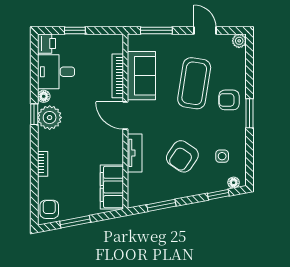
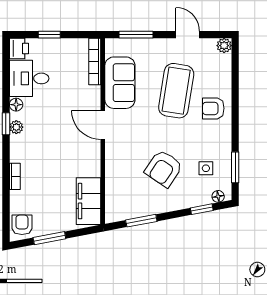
bookcase: (118, 76) -> (95, 61), moved
window: (250, 113) -> (235, 167), moved
plant: (50, 118) -> (16, 127), width x0.53, depth x0.53
tv unit: (135, 153) -> (113, 165), removed

